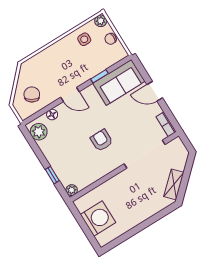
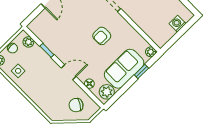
plant: (113, 58) -> (28, 42), added
sofa: (119, 82) -> (124, 69), moved, turned -90
door: (70, 95) -> (69, 72), hinge flipped
washing machine: (98, 219) -> (178, 24), width x0.53, depth x0.53

